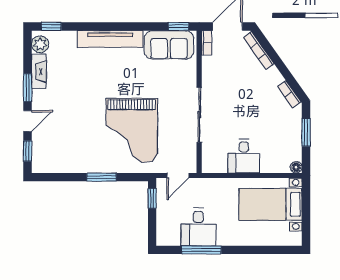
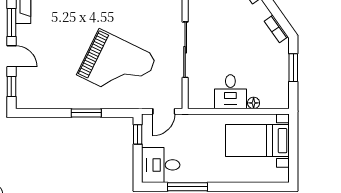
door: (28, 121) -> (11, 56), hinge flipped
grand piano: (132, 130) -> (117, 66), turned -64
floor lamp: (296, 167) -> (254, 103), moved
desk: (198, 227) -> (161, 165), moved, turned 90

